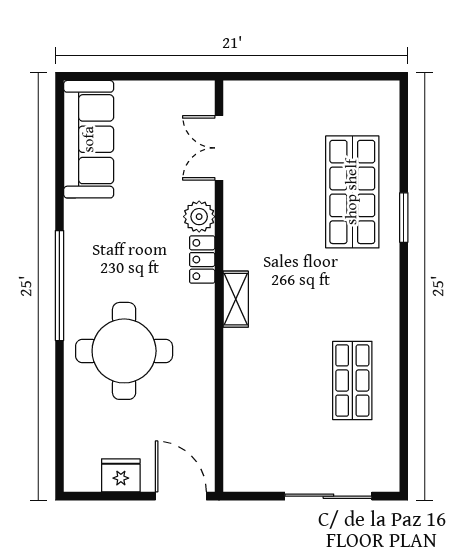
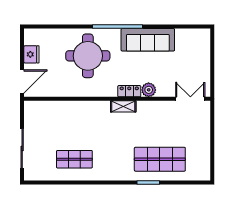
sofa: (89, 139) -> (148, 40), moved
double door: (219, 148) -> (190, 99), moved
shelving: (236, 299) -> (123, 106), moved

